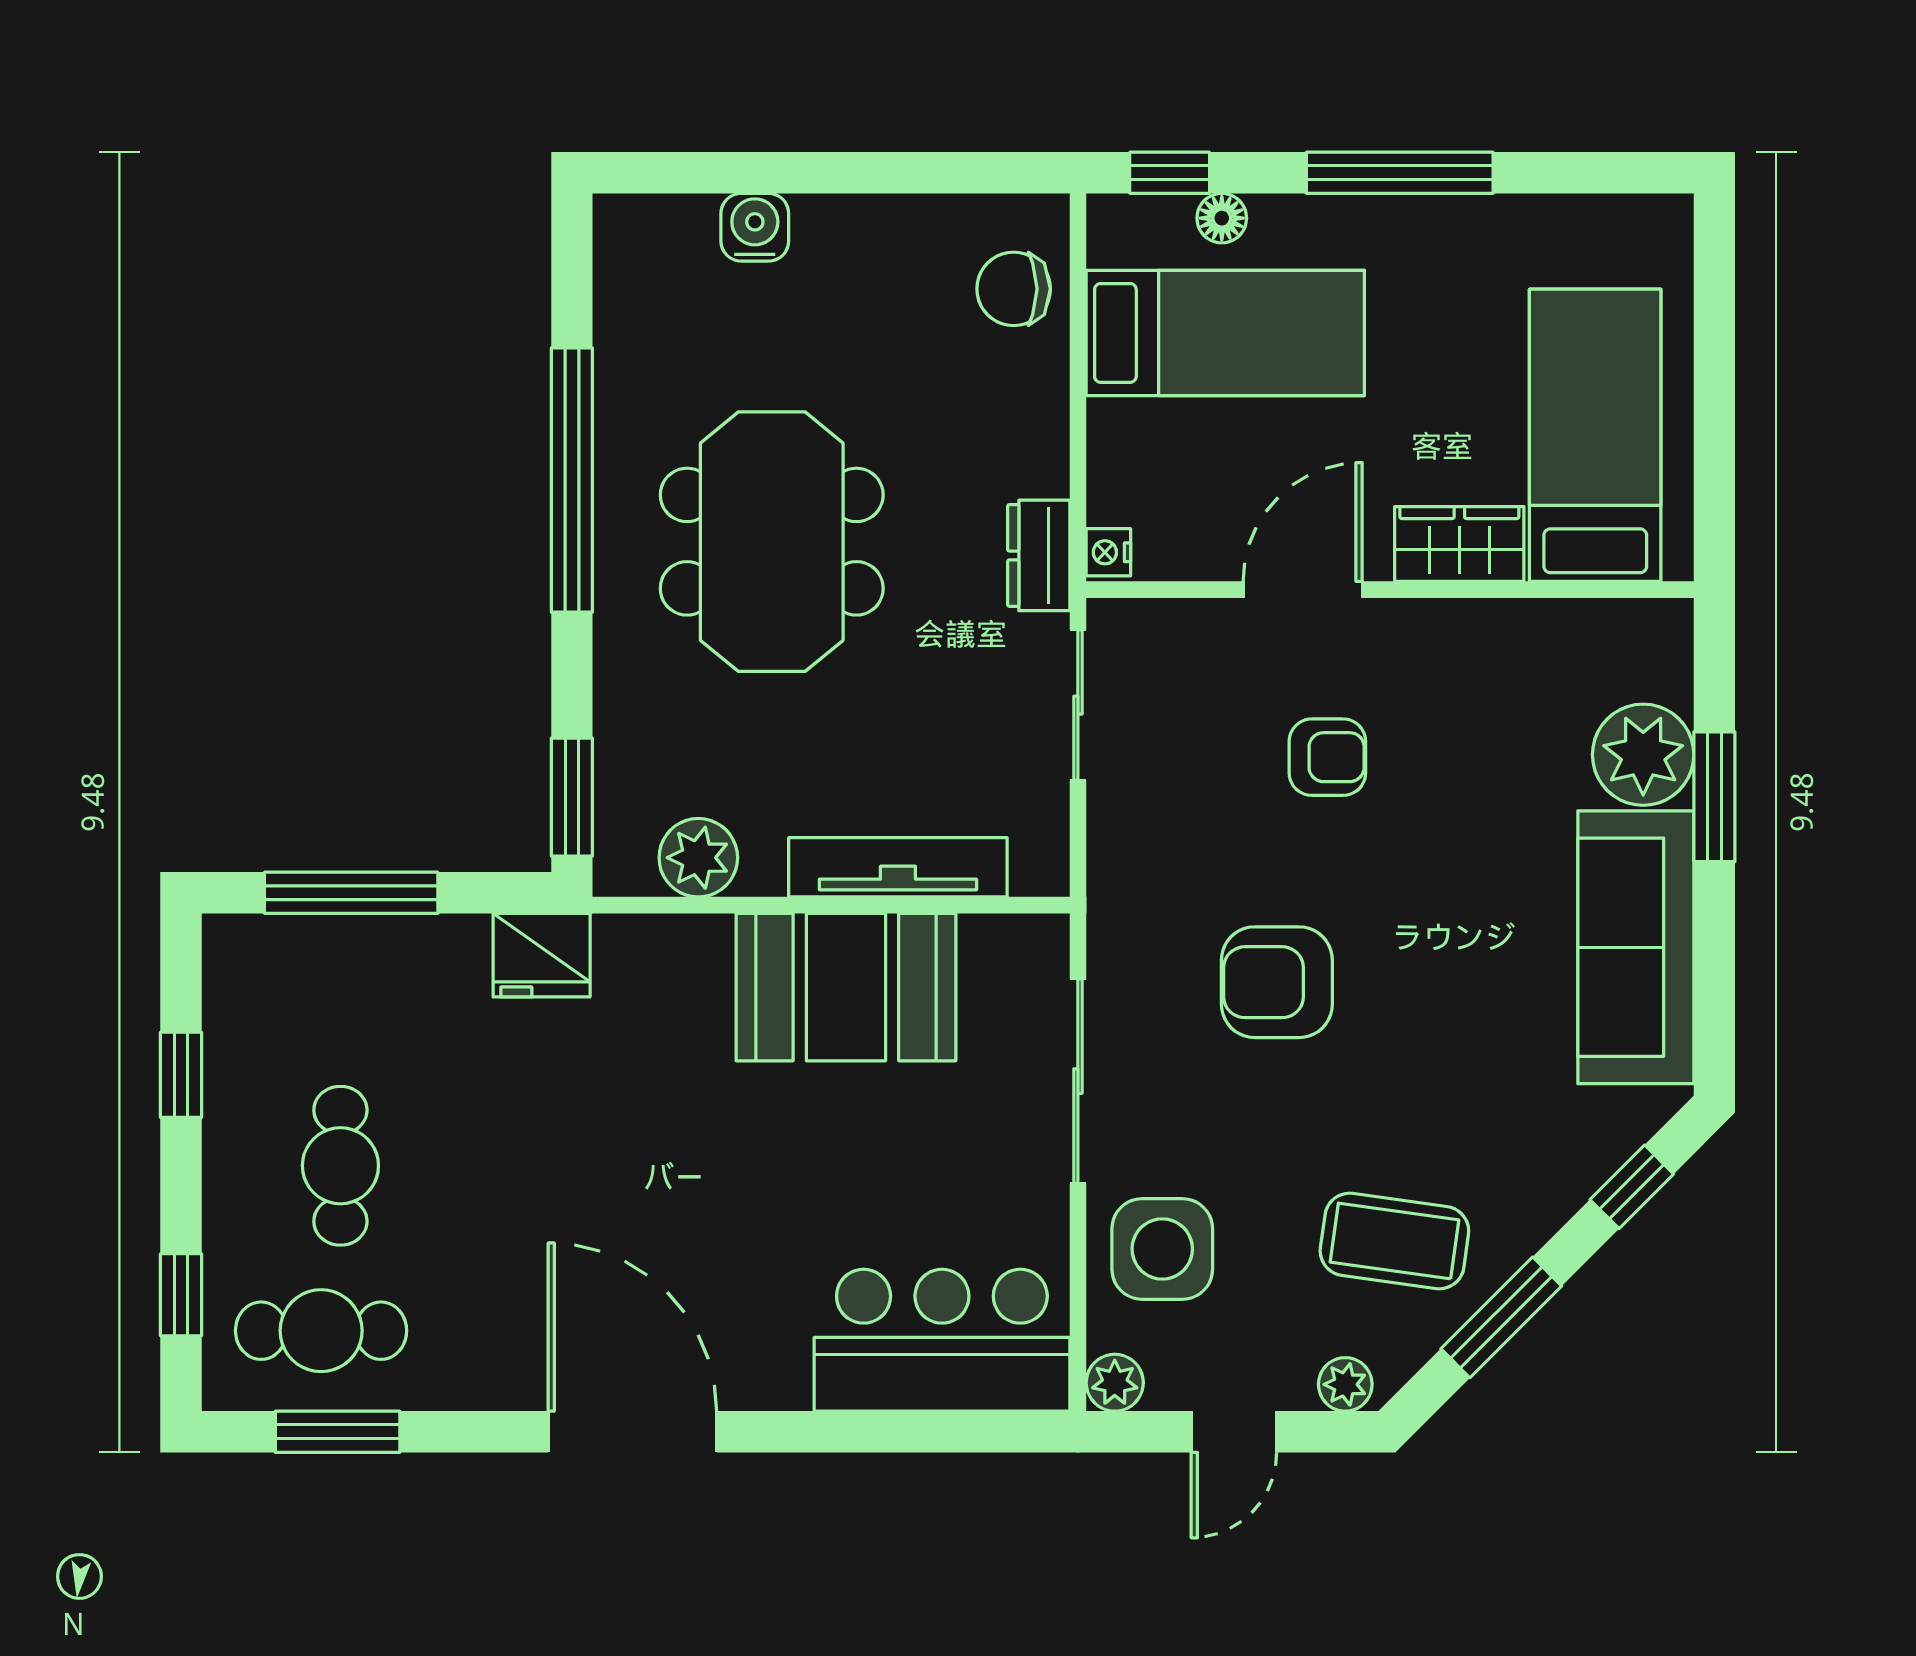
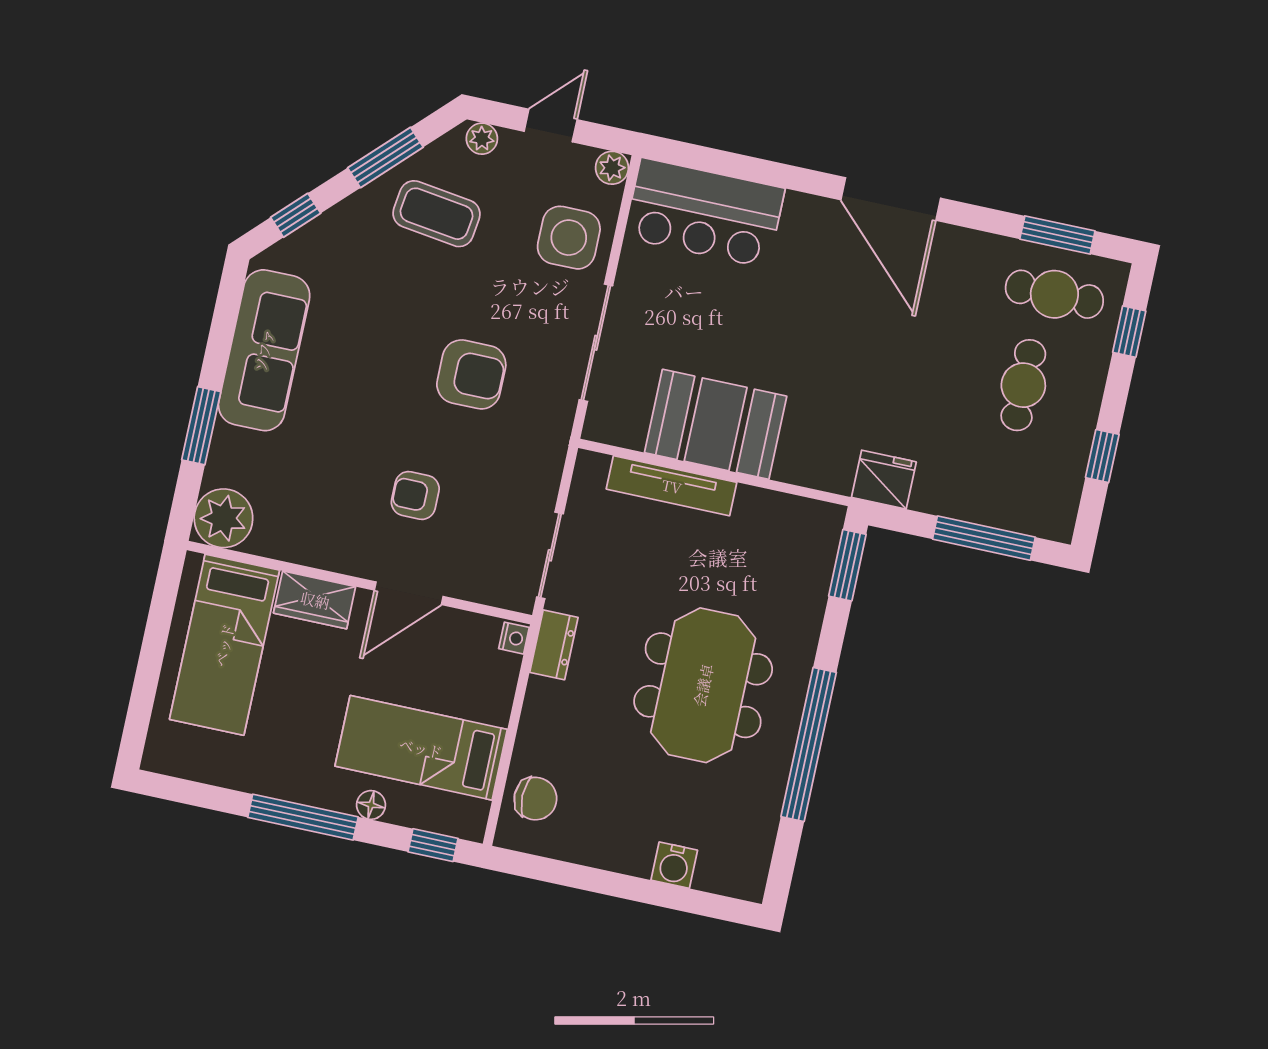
floor lamp: (1222, 218) -> (371, 805), moved
plant: (1643, 755) -> (223, 518), moved
plant: (698, 858) -> (783, 516), removed

